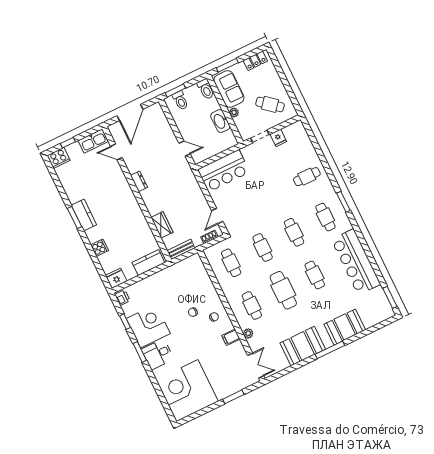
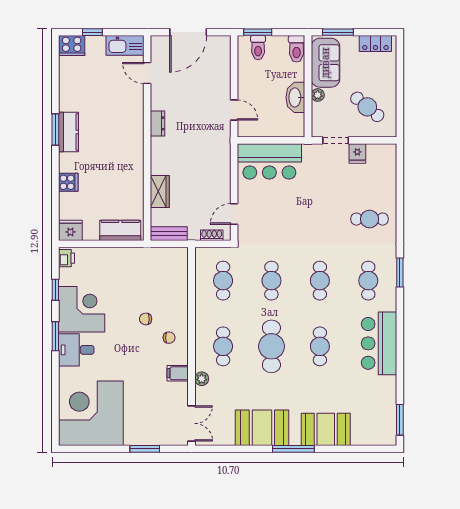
bar counter: (356, 262) -> (379, 343), width x0.73

